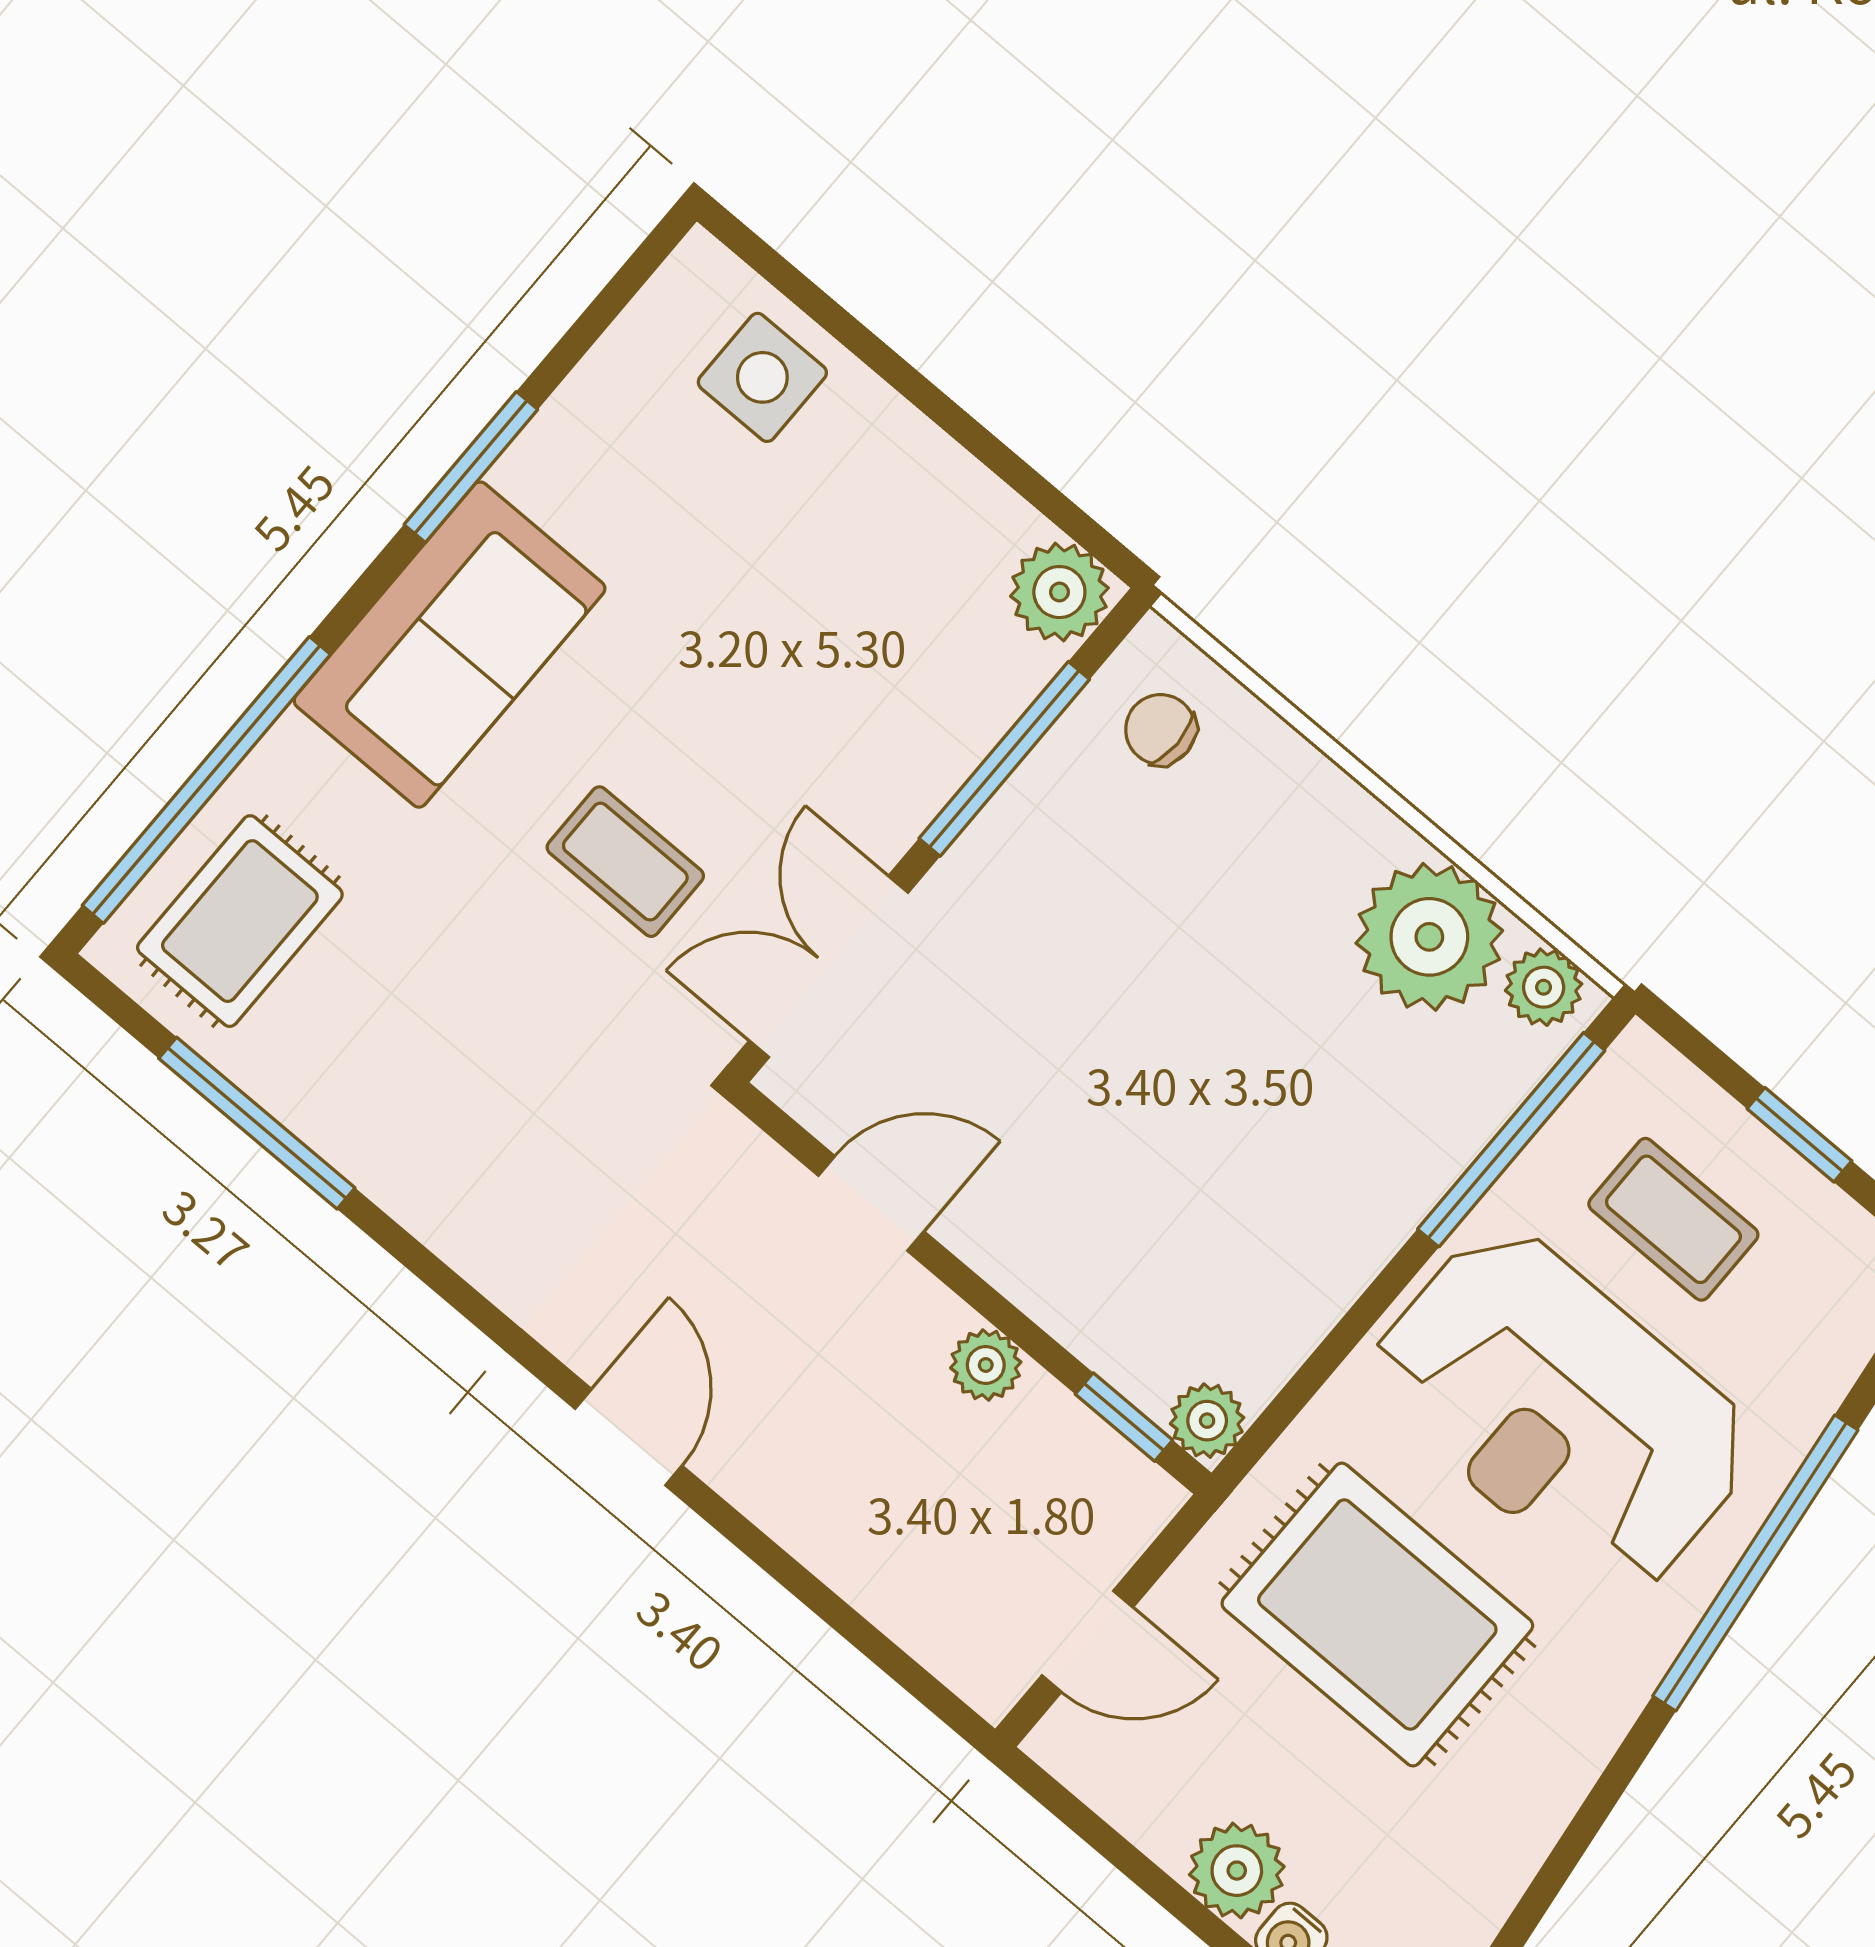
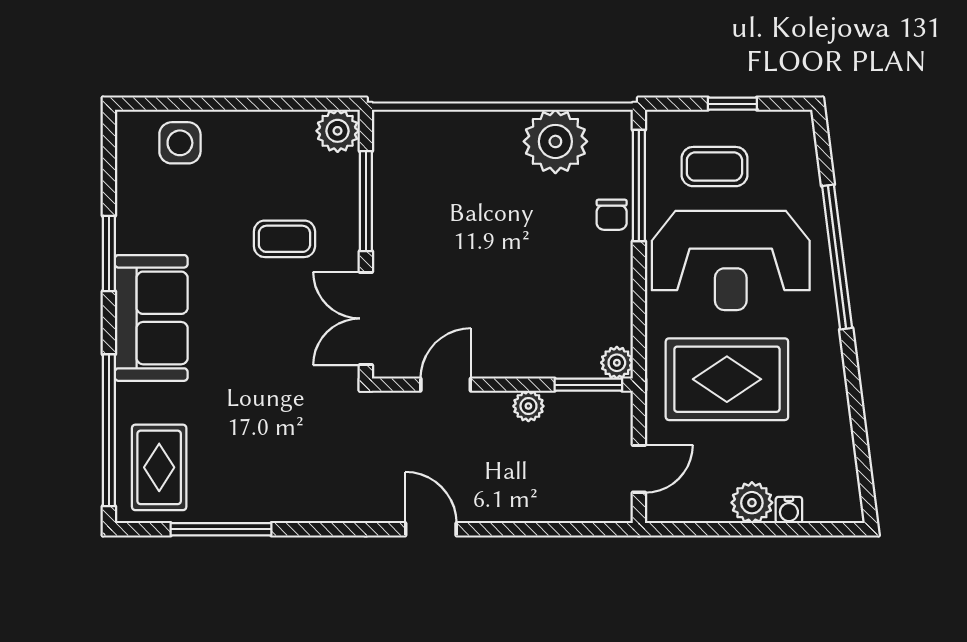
chair: (1161, 730) -> (612, 215), moved, turned -90
coffee table: (625, 862) -> (284, 239), moved
plant: (1544, 987) -> (607, 126), removed
window: (1124, 1417) -> (588, 385), width x1.50

